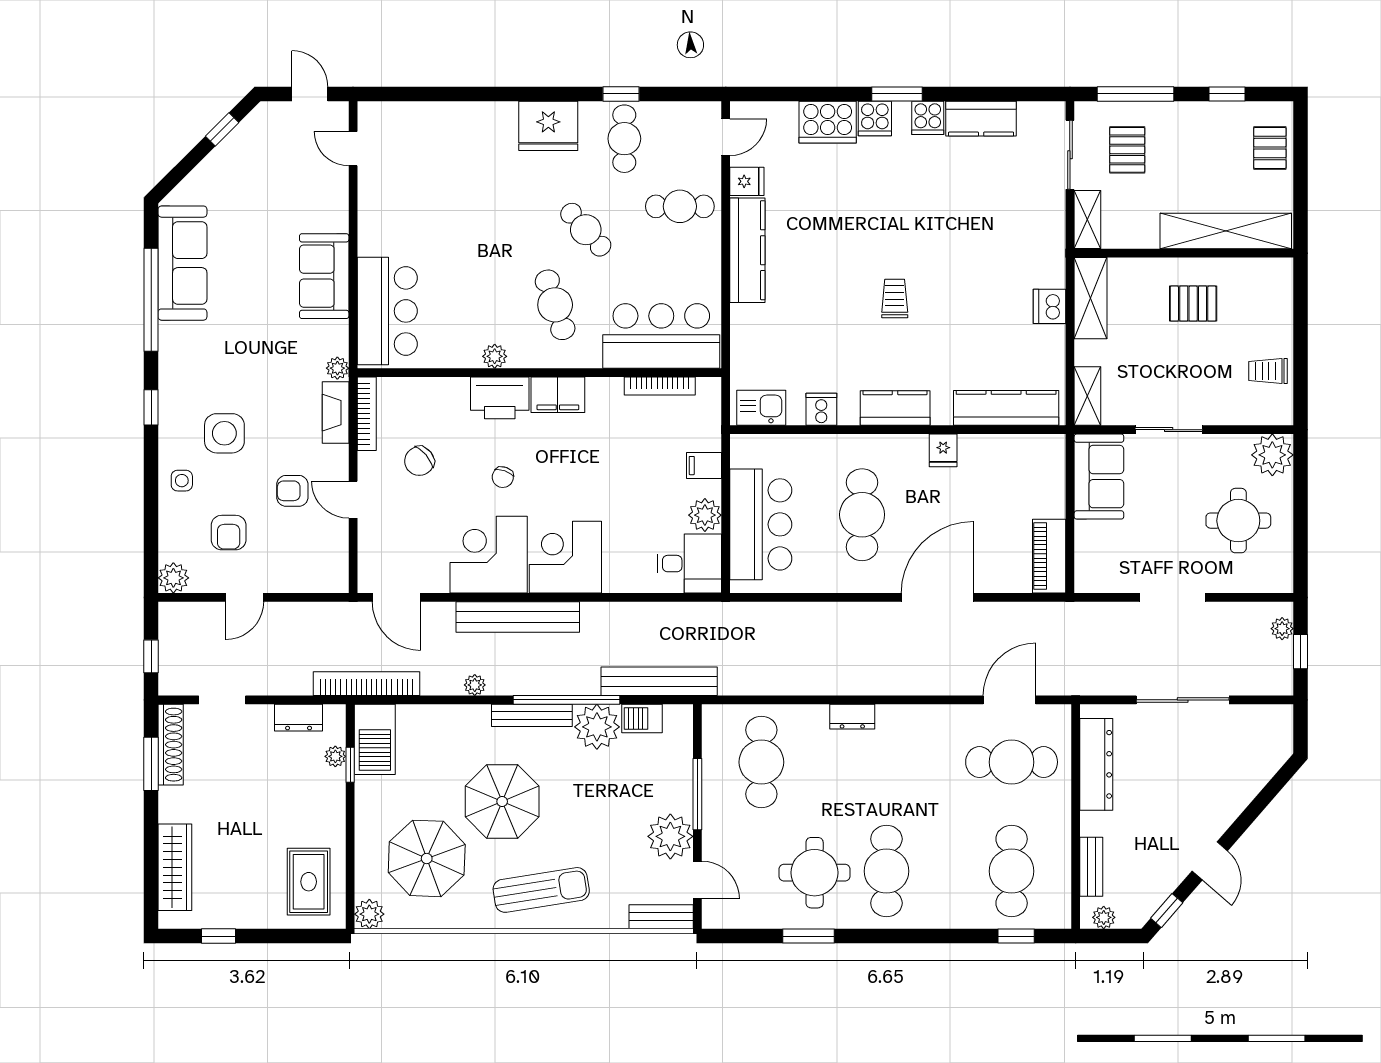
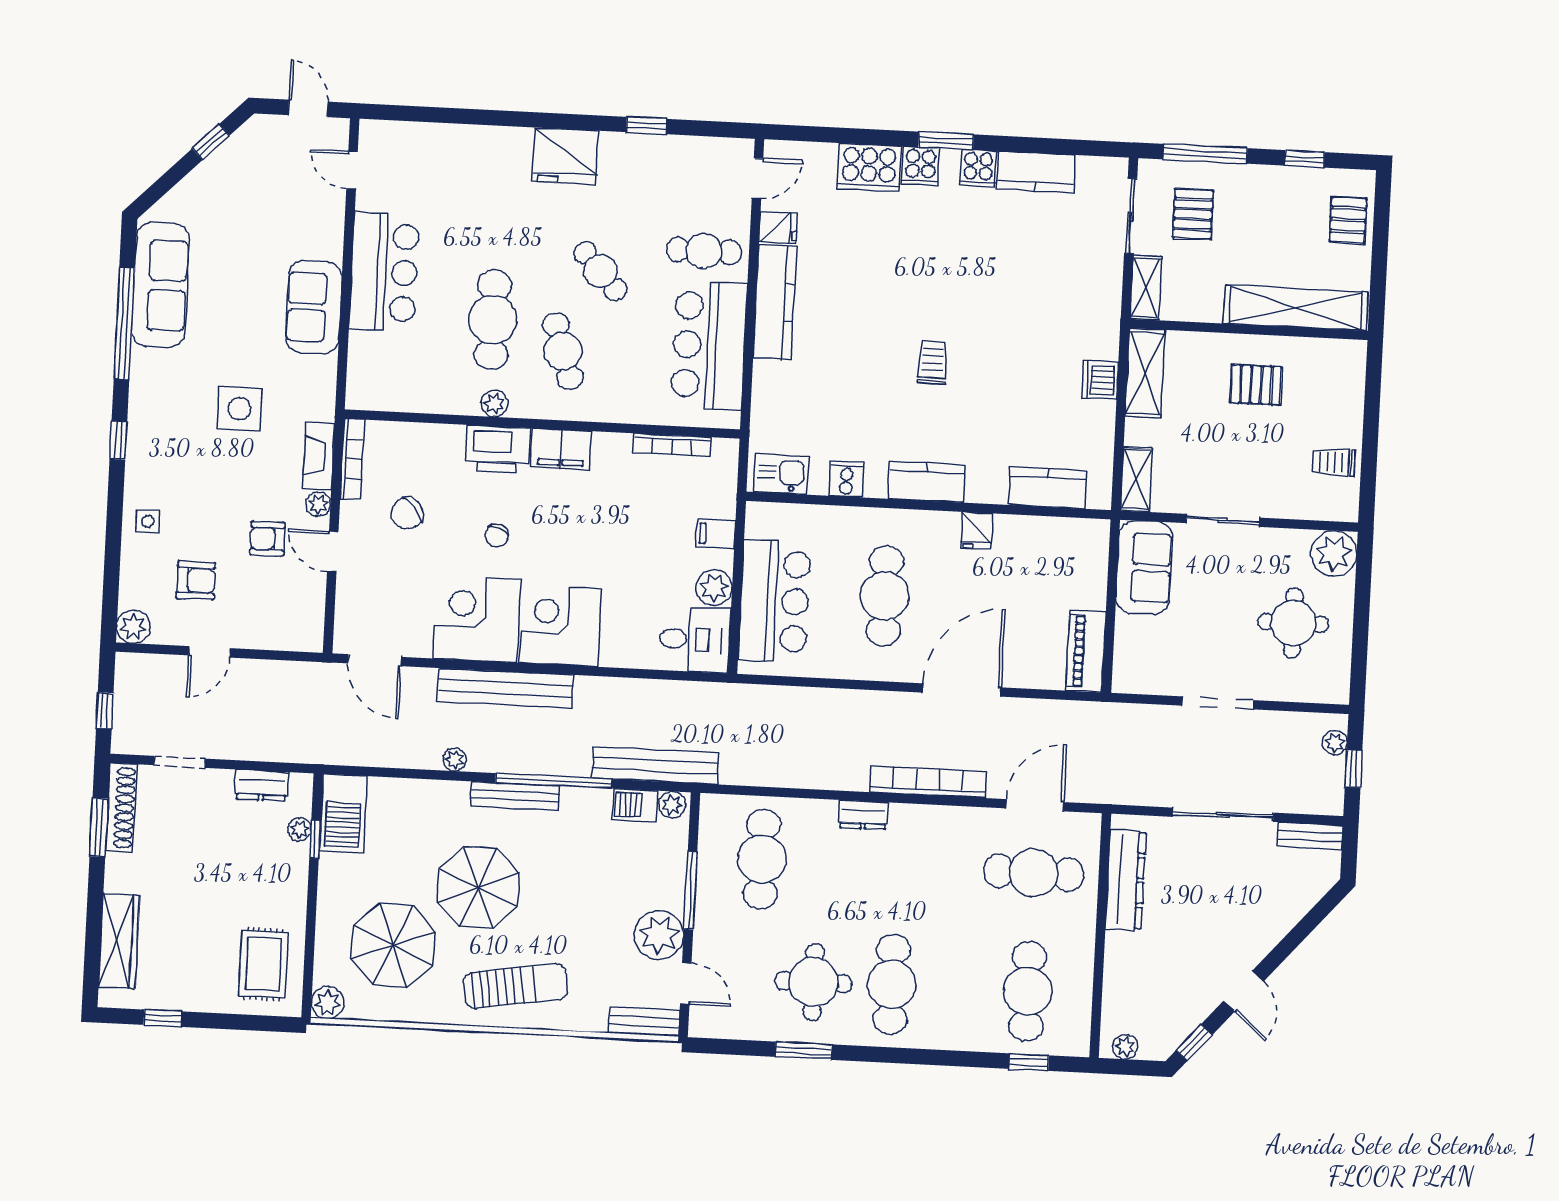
cafe table: (624, 139) -> (493, 320), moved, width x1.37, depth x1.35
bar counter: (387, 311) -> (384, 272), moved
bar counter: (661, 336) -> (709, 345), moved, turned -90
plant: (337, 368) -> (318, 504), moved
kitchen counter: (1006, 408) -> (1047, 488), width x0.67
side table: (224, 433) -> (239, 409), moved
armchair: (229, 533) -> (196, 580), turned -90
bookcase: (366, 684) -> (928, 782), moved
plant: (597, 727) -> (672, 805), moved, width x0.53, depth x0.53
bench: (1091, 867) -> (1310, 836), moved, turned 90

